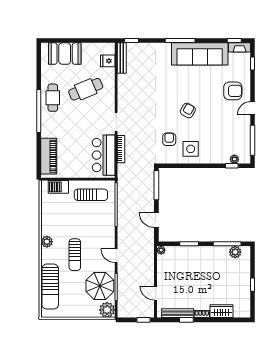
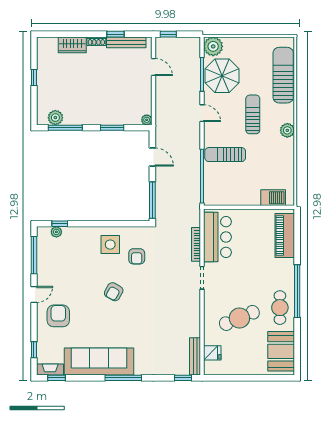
booth: (65, 54) -> (281, 351), moved, turned 90
armchair: (233, 91) -> (58, 316), turned 90
sun lounger: (91, 195) -> (225, 155), moved

